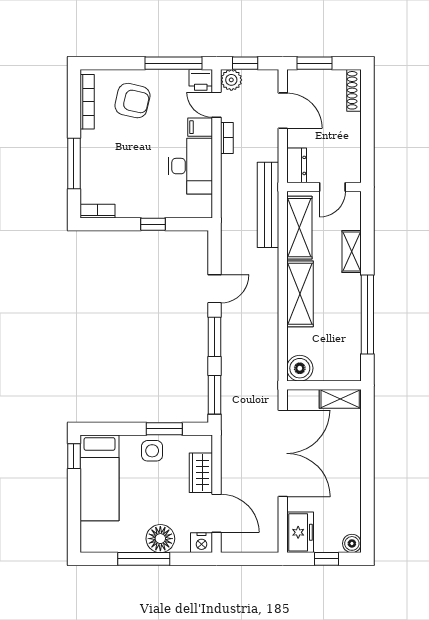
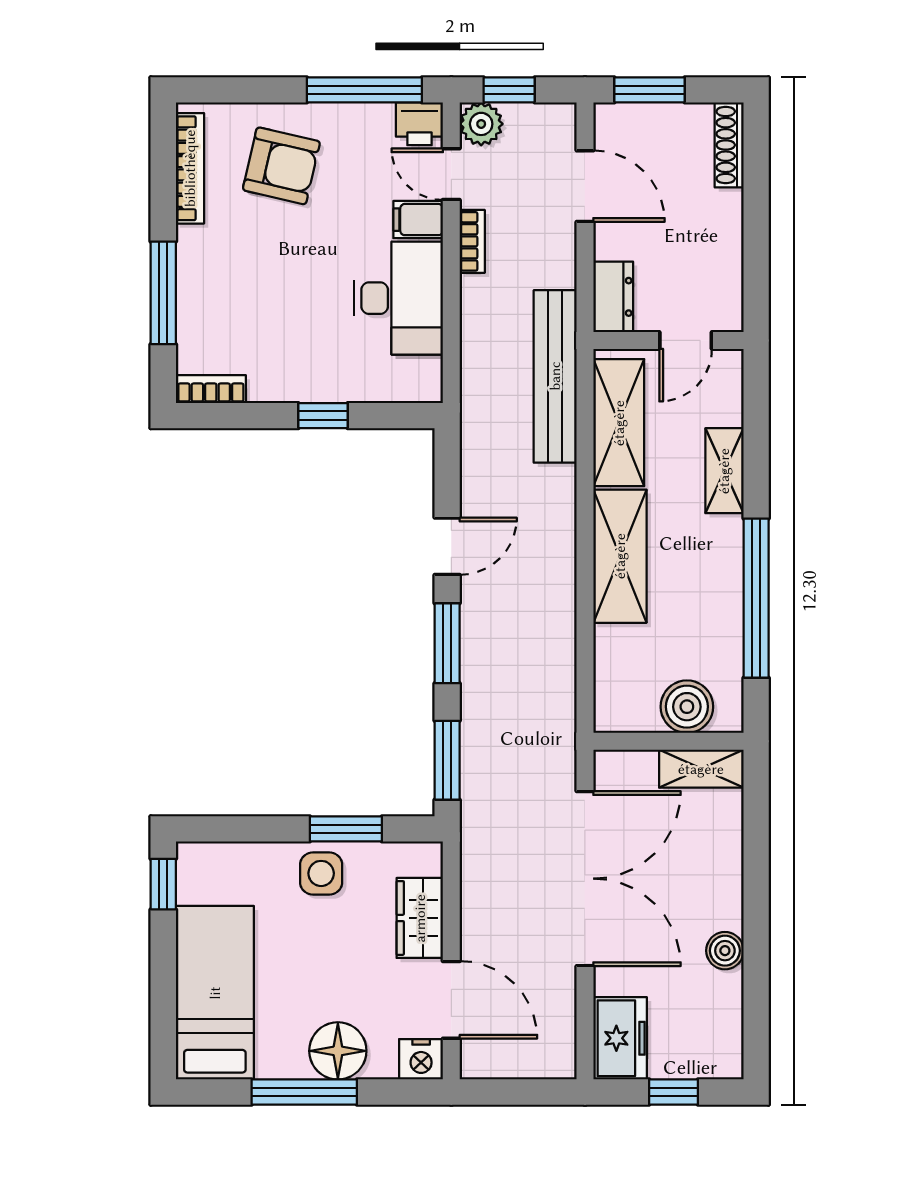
boiler: (300, 368) -> (687, 707), moved
bed: (99, 478) -> (215, 993), moved, turned 180
boiler: (352, 543) -> (725, 951), moved

